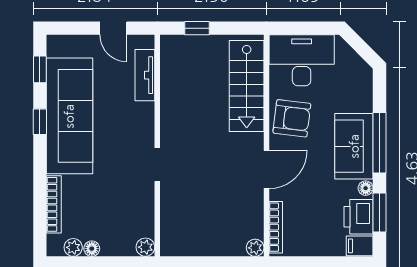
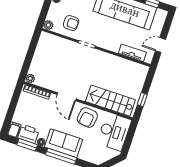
window: (197, 28) -> (142, 100), moved
armchair: (128, 207) -> (71, 23), added

